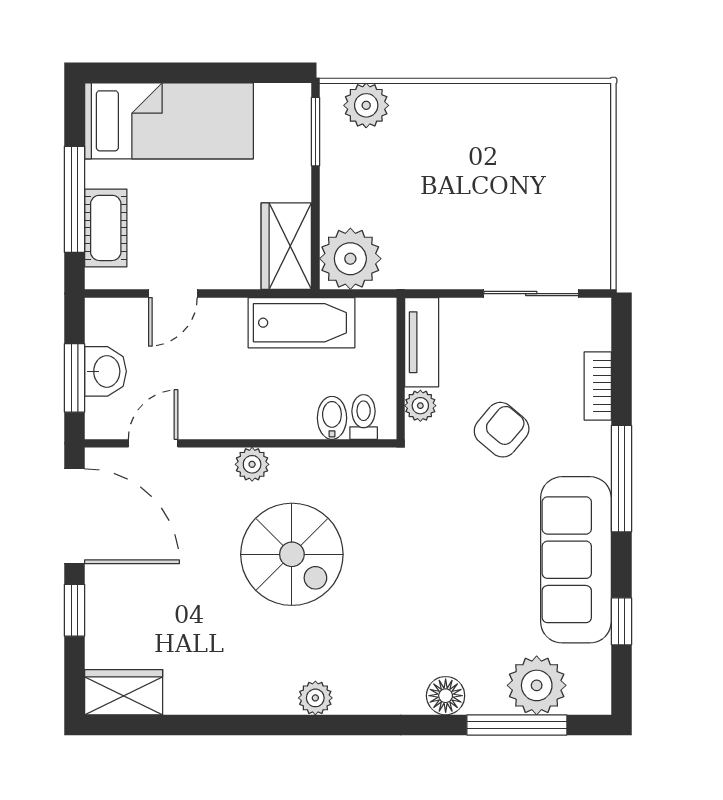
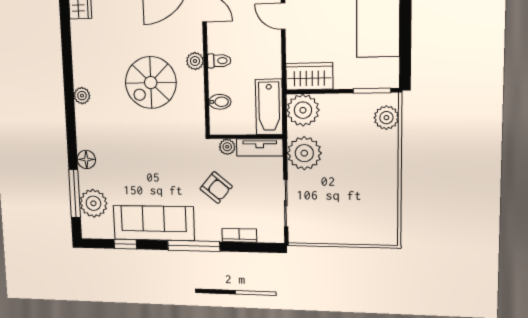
plant: (433, 257) -> (304, 153), added
bathtub: (301, 323) -> (269, 107), moved
toilet: (364, 417) -> (219, 61), moved

